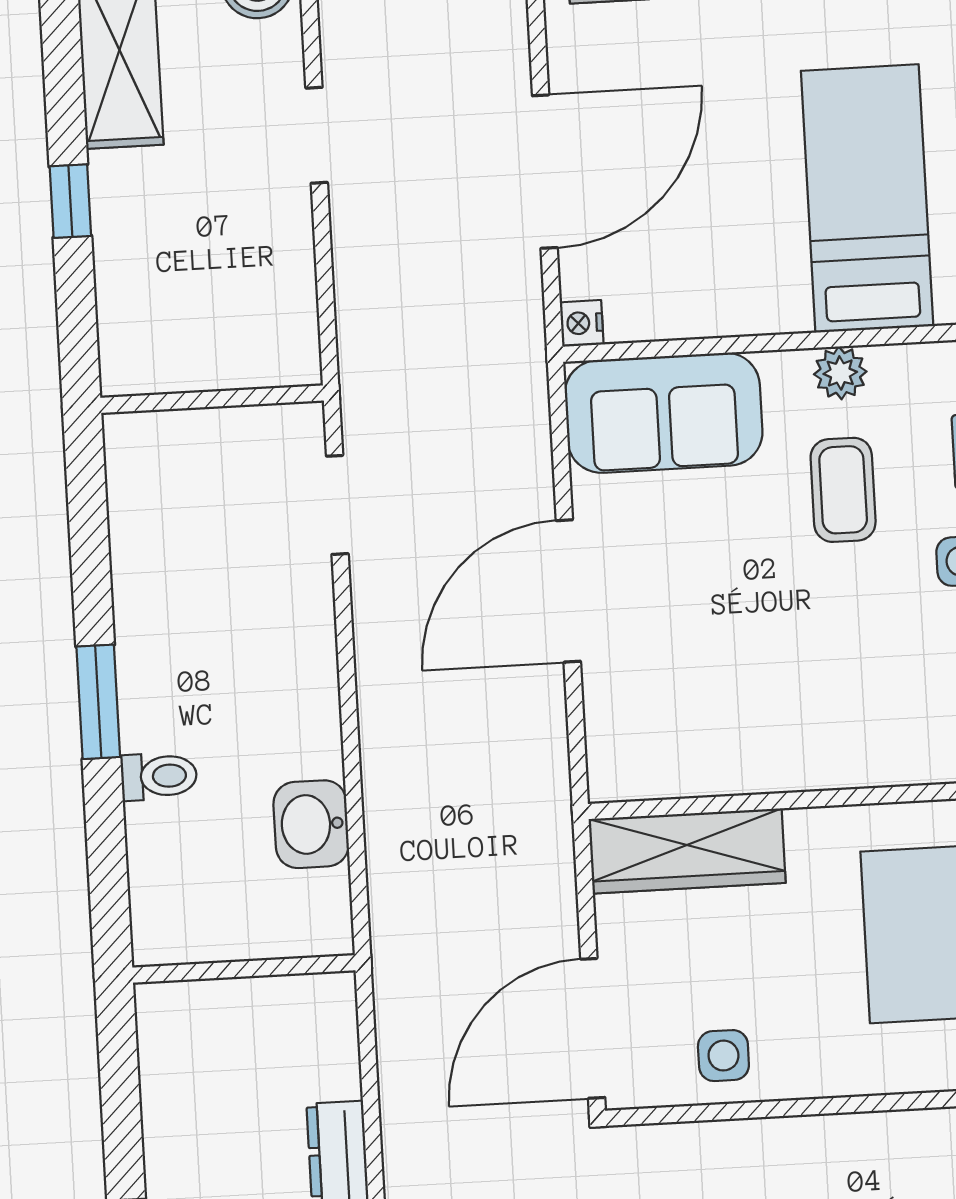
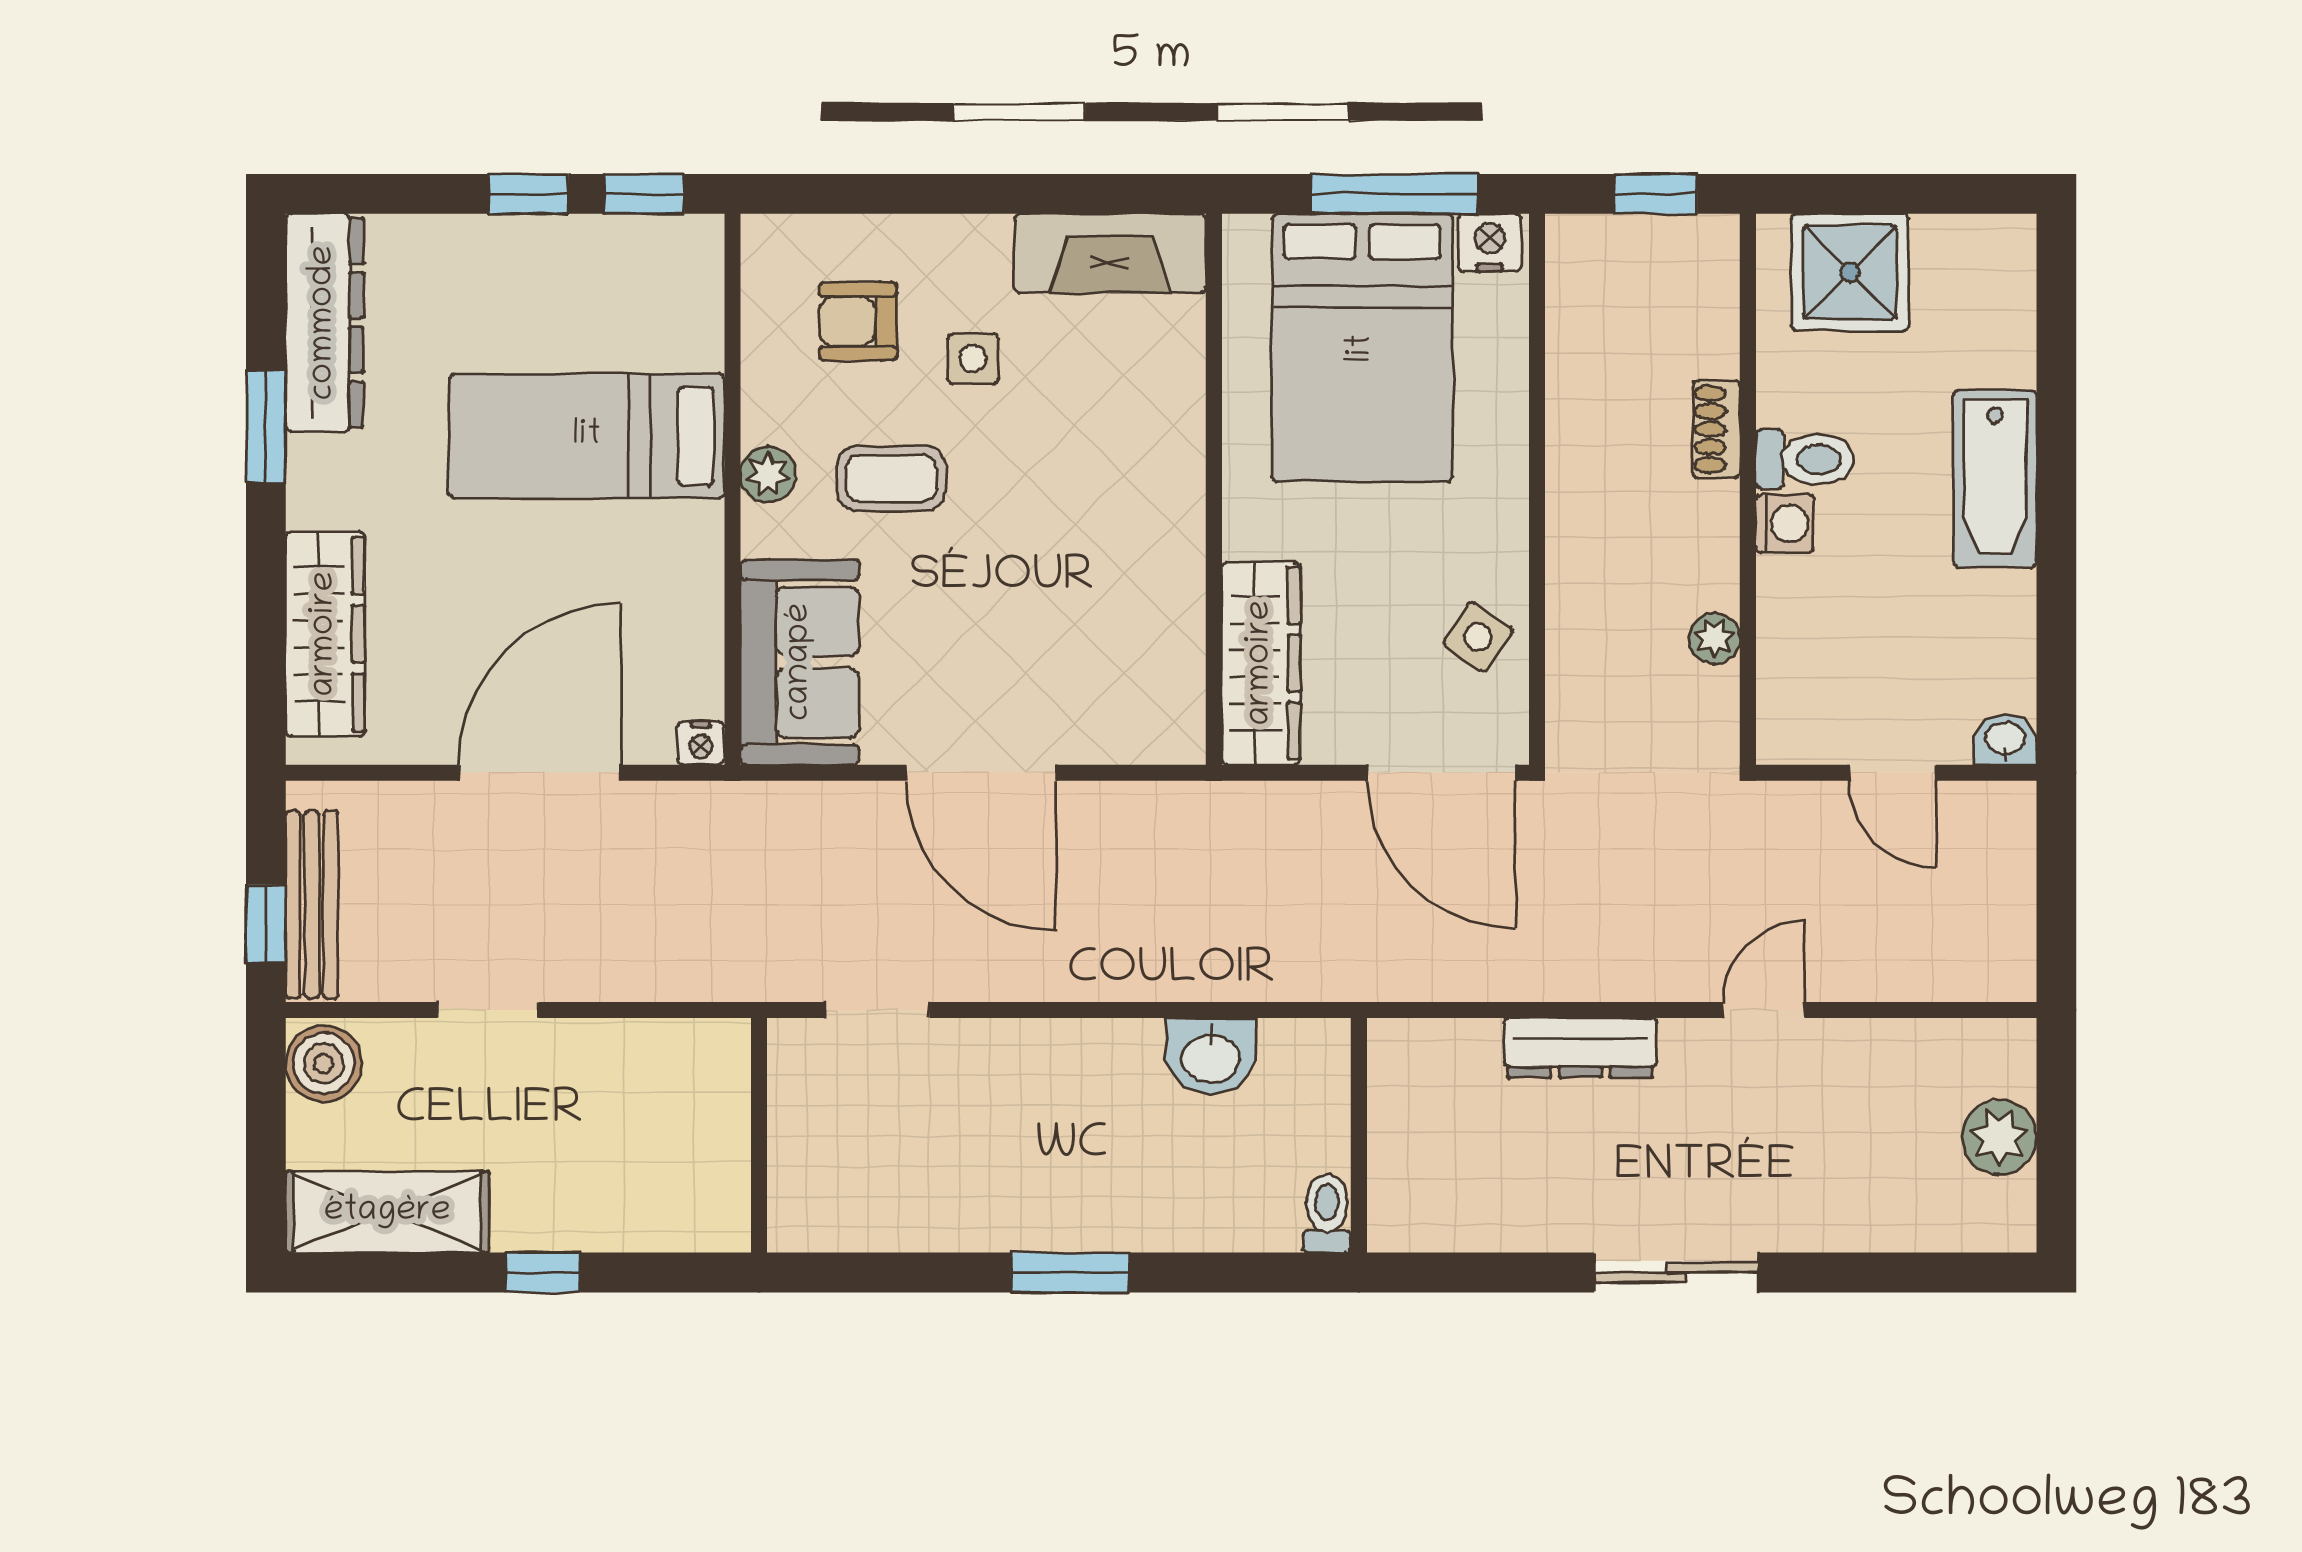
door: (545, 172) -> (540, 773), hinge flipped
toilet: (159, 776) -> (1327, 1213), moved
side table: (723, 1056) -> (1478, 637), turned 34

